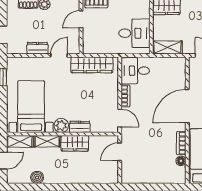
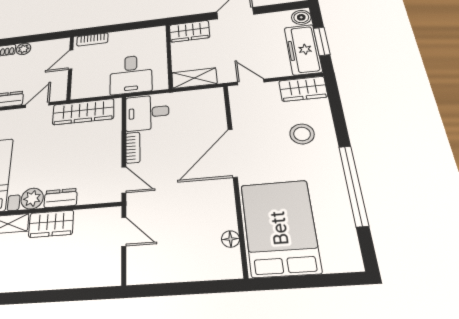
desk: (134, 33) -> (131, 75), moved, turned 90
bookcase: (181, 143) -> (228, 210), removed
door: (120, 152) -> (124, 232), swing flipped

